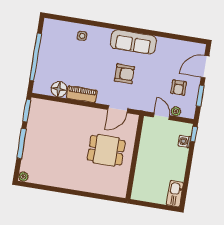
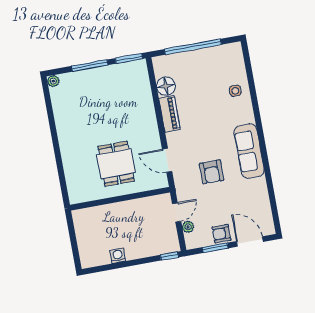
armchair: (124, 74) -> (212, 172), moved
armchair: (179, 88) -> (221, 234), moved
washing machine: (184, 141) -> (118, 256), moved
kitchen sink: (175, 194) -> (95, 259), removed

